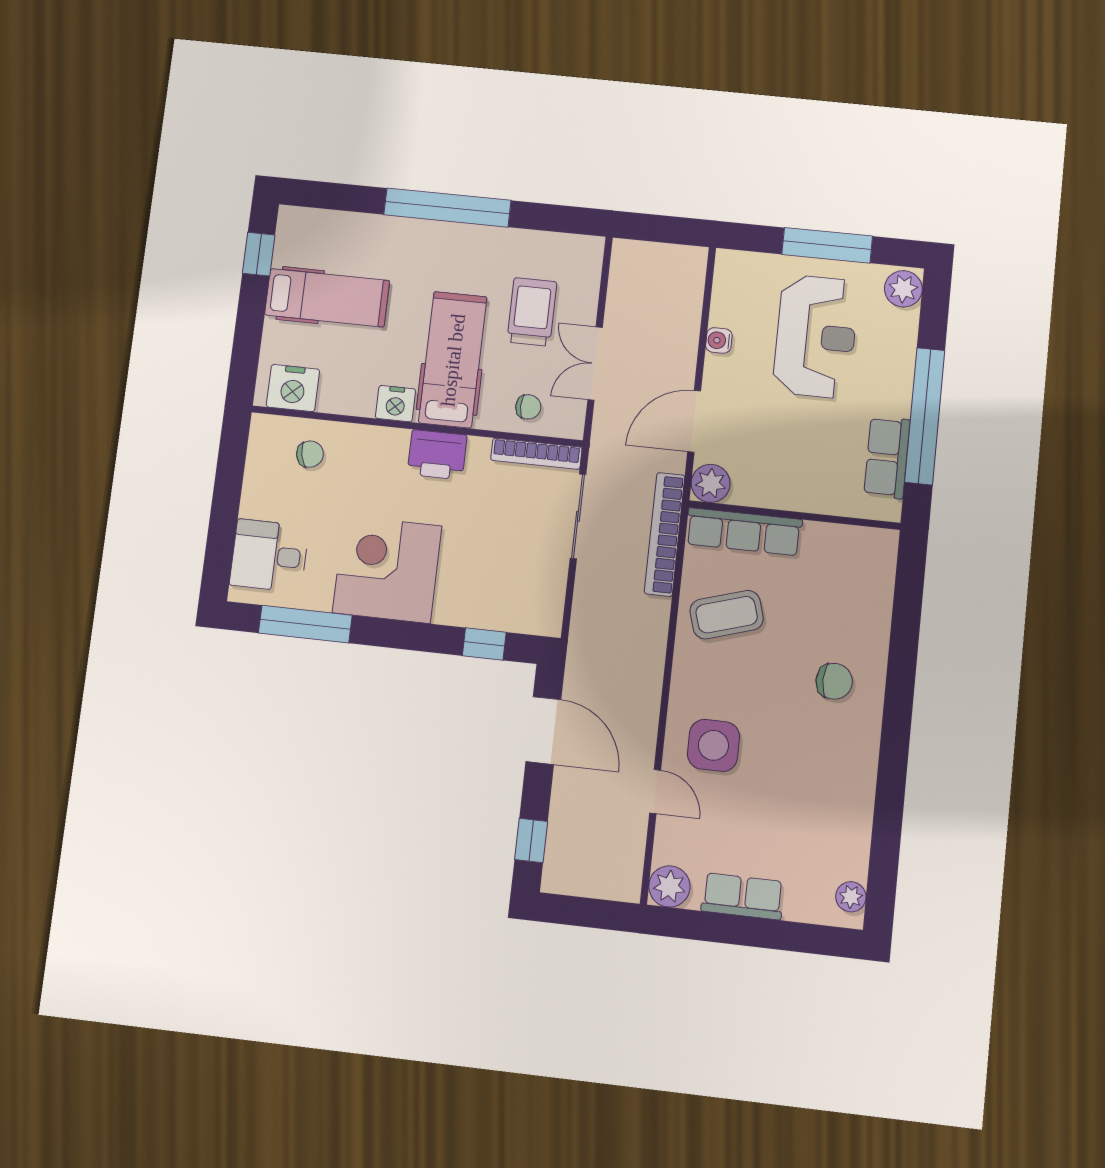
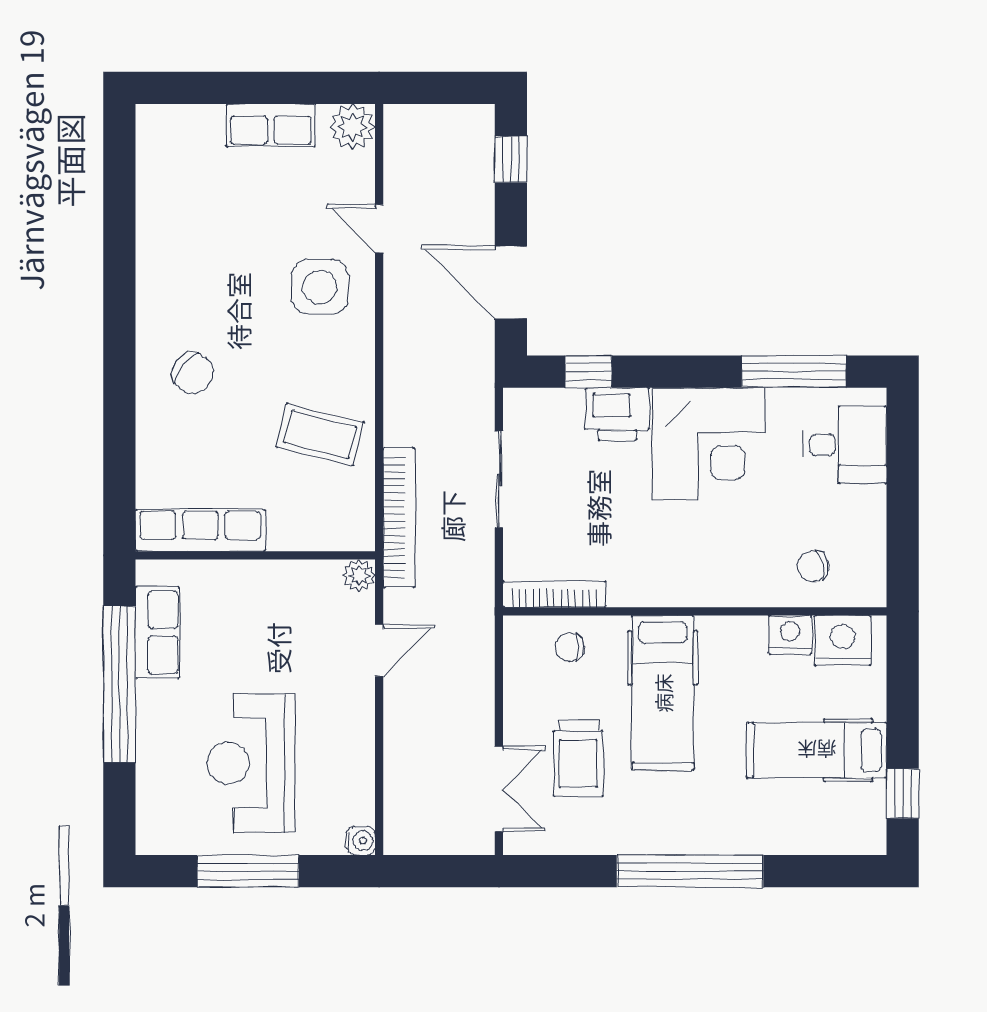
plant: (903, 289) -> (157, 829), removed
water cooler: (719, 340) -> (361, 841), moved
double door: (595, 364) -> (499, 789), moved
nightstand: (396, 404) -> (790, 635), moved
door: (694, 421) -> (379, 650), width x0.73
printer: (437, 455) -> (617, 414), moved, turned 180
plant: (711, 483) -> (359, 575), width x0.73, depth x0.73
sliding door: (578, 516) -> (499, 479), moved
row of seats: (744, 532) -> (200, 530), moved
coffee table: (727, 615) -> (320, 434), turned 31
chair: (834, 681) -> (193, 373), turned -142
plant: (851, 897) -> (152, 138), removed

